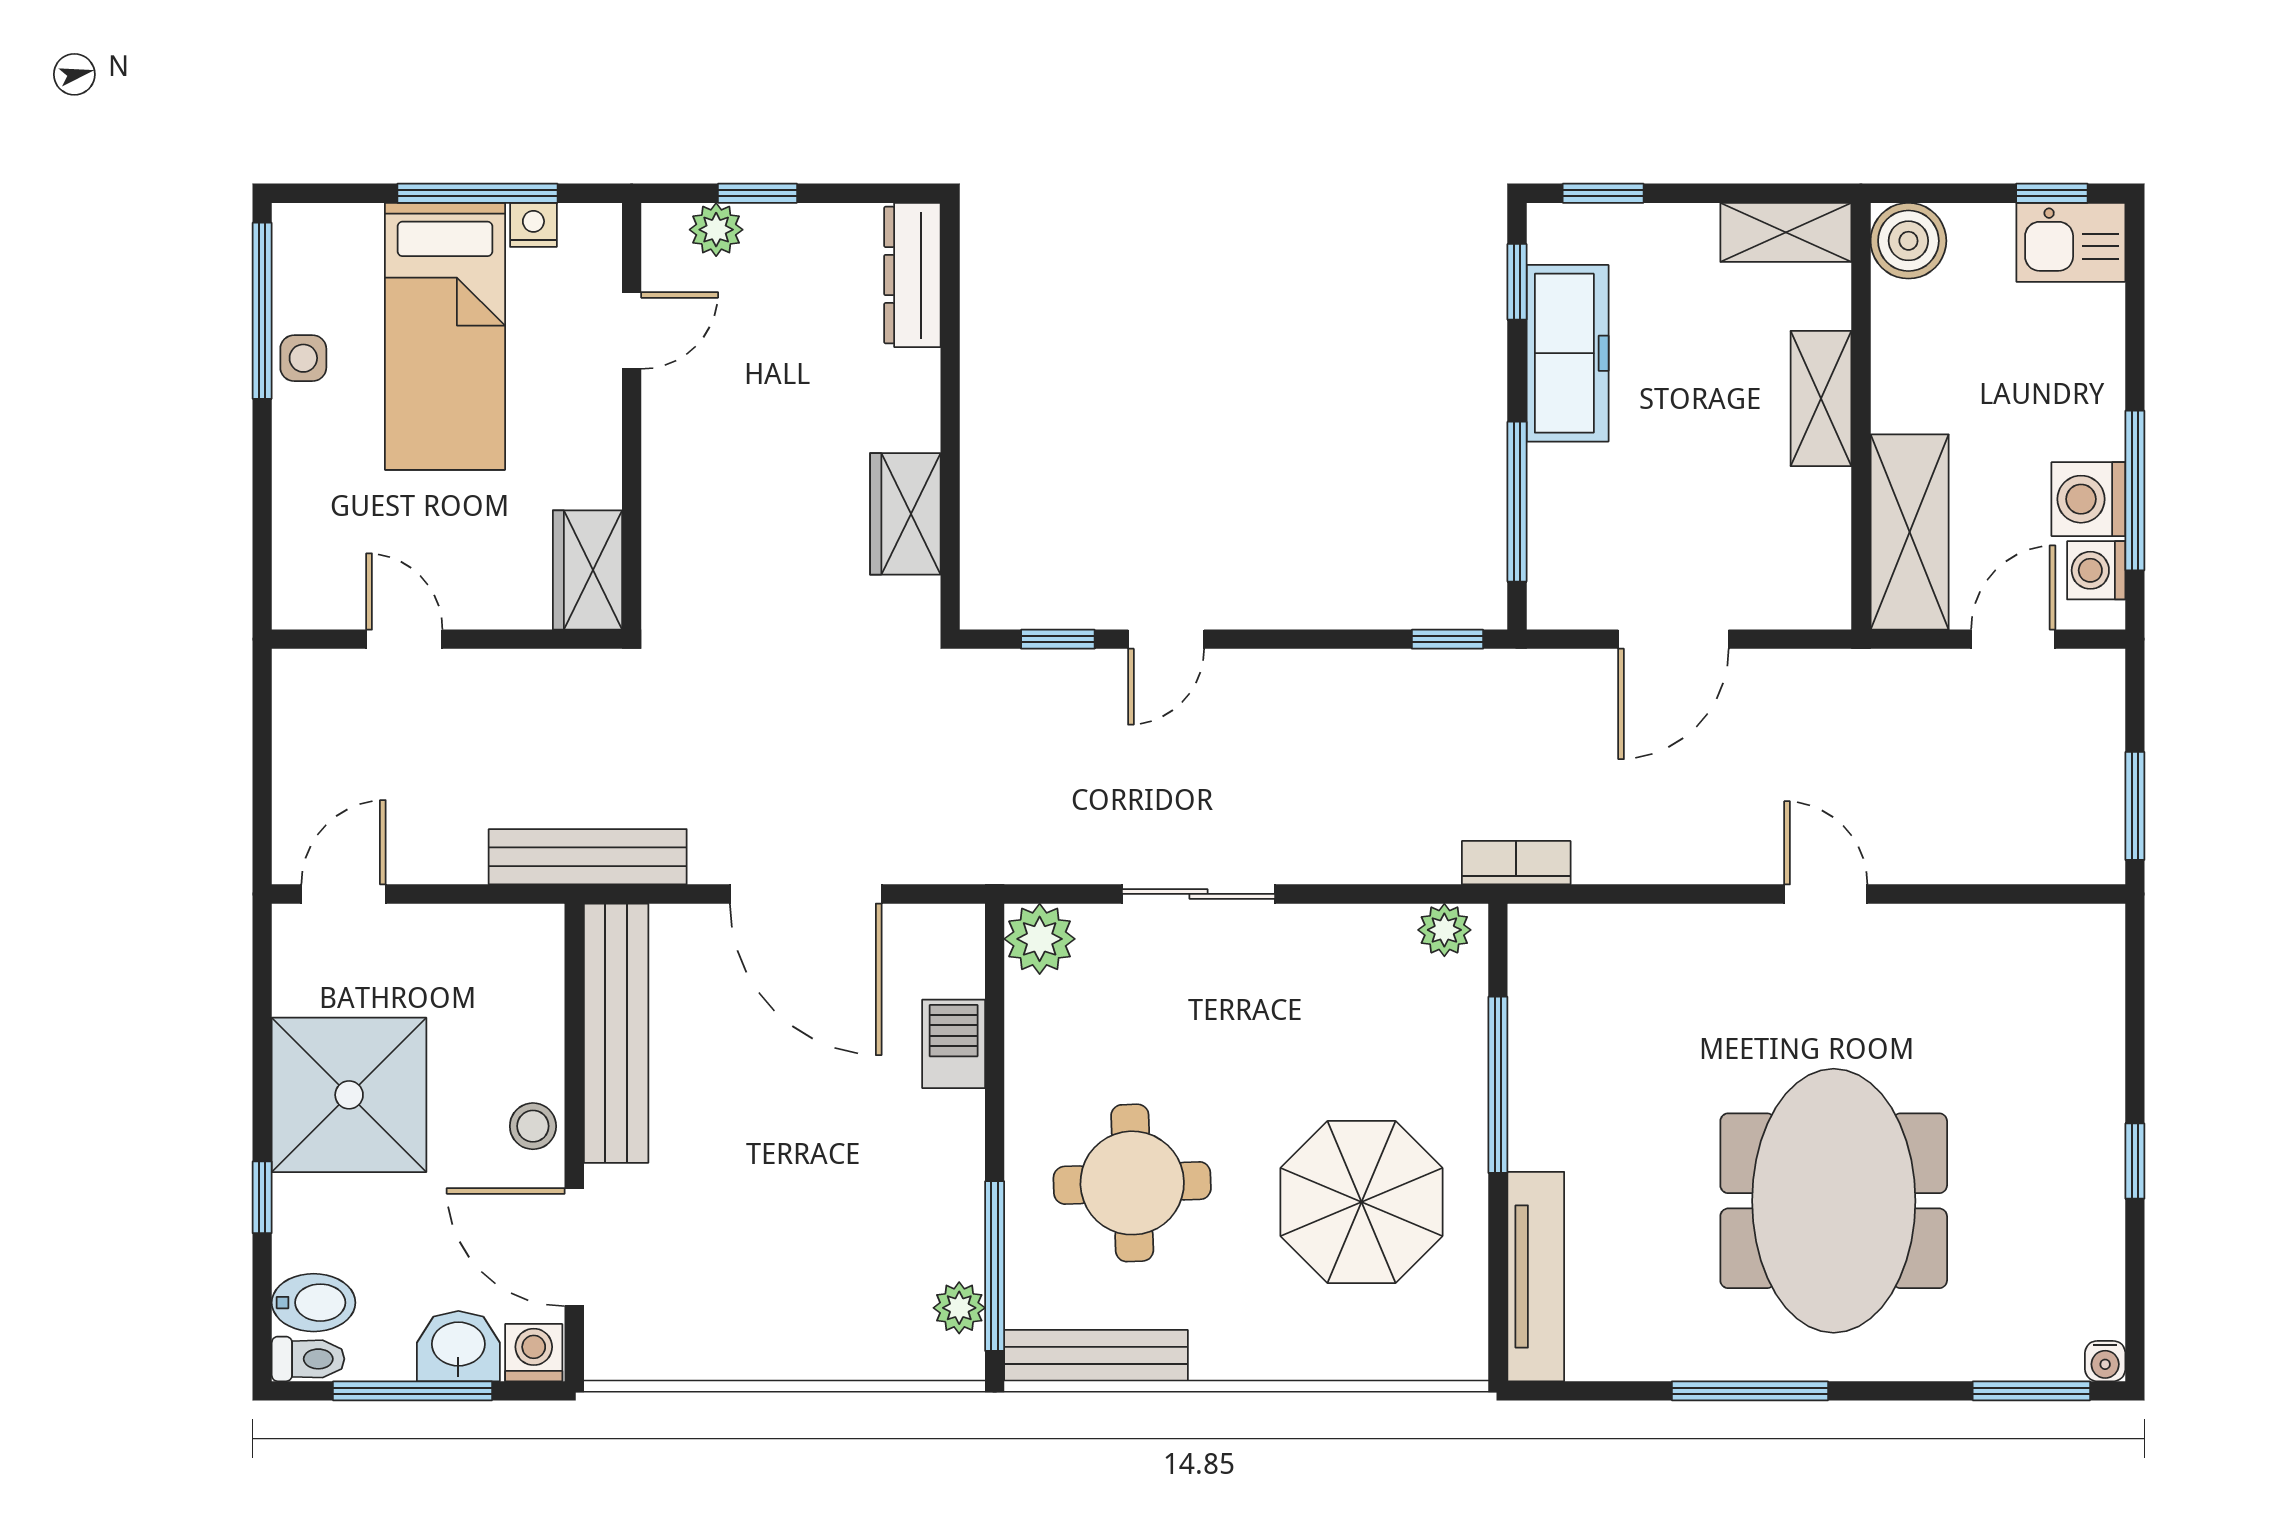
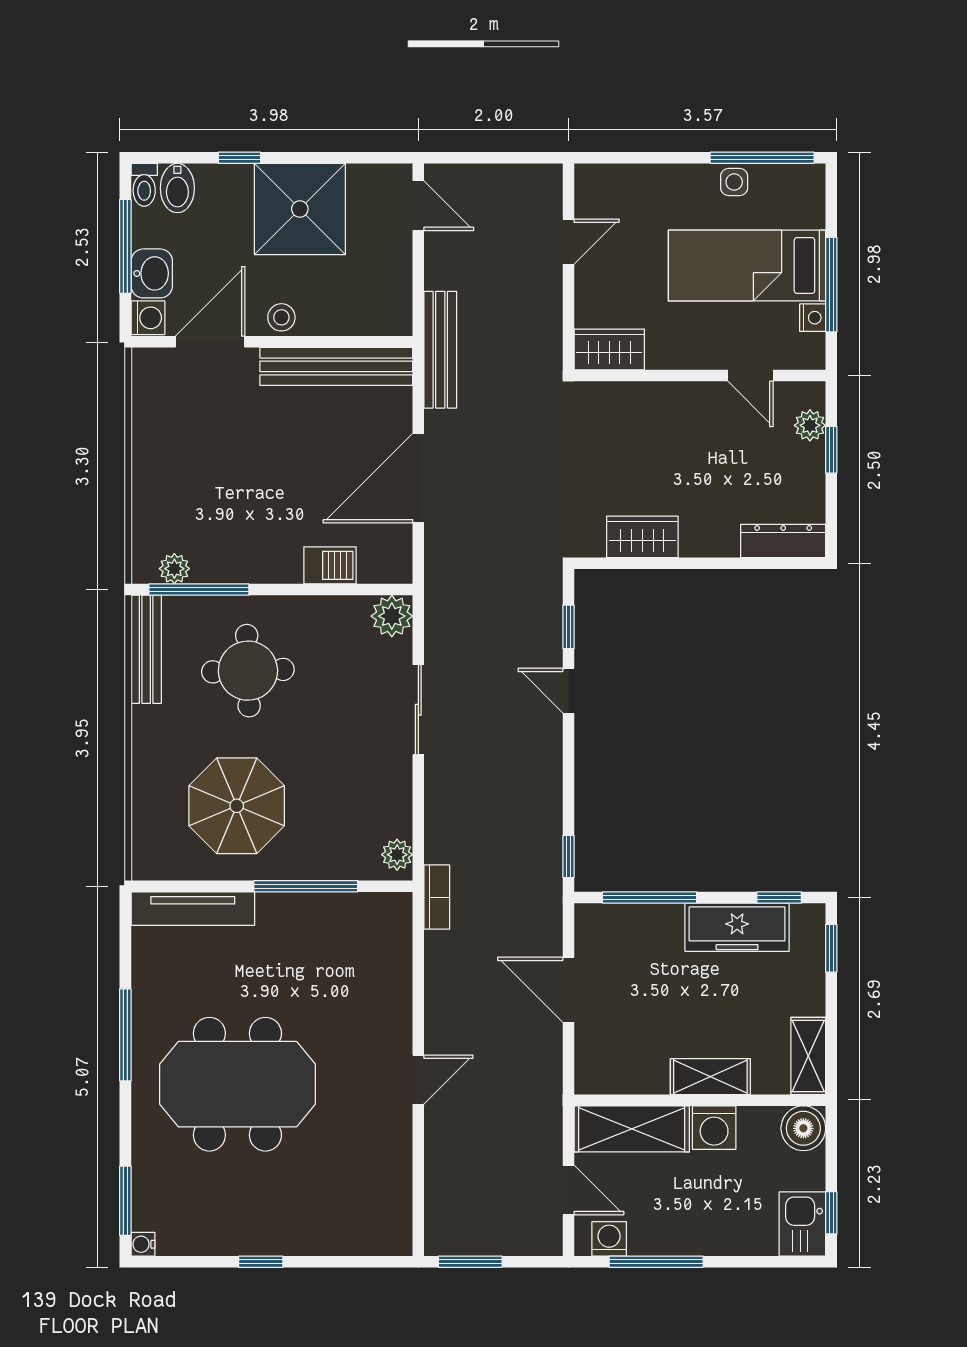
washing machine: (2088, 499) -> (714, 1128), moved, turned 180

